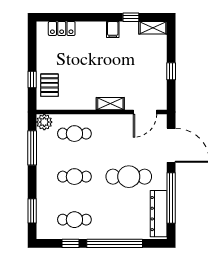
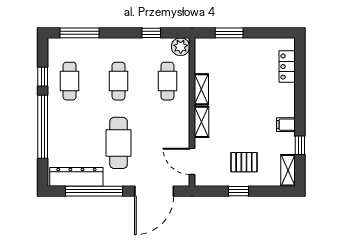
window: (32, 79) -> (229, 33), width x1.50
pallet: (49, 85) -> (244, 162), moved
shelving: (82, 104) -> (201, 89), added
window: (32, 148) -> (151, 33), width x0.46
window: (32, 211) -> (79, 33), width x1.44

